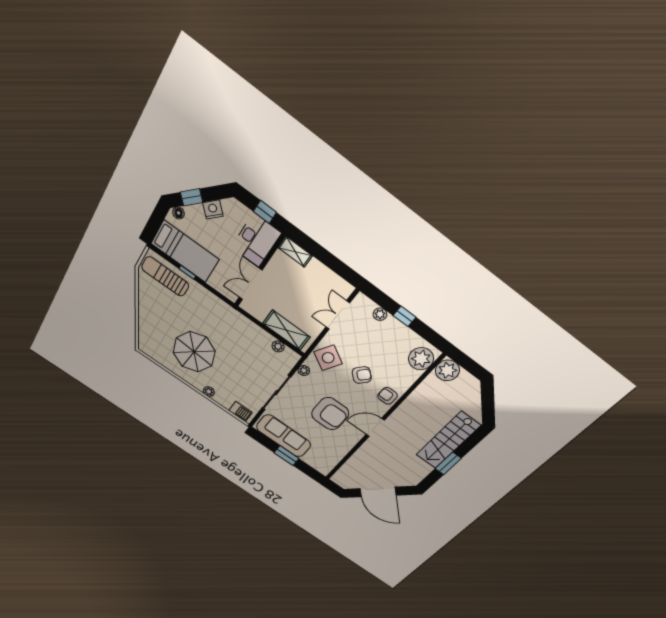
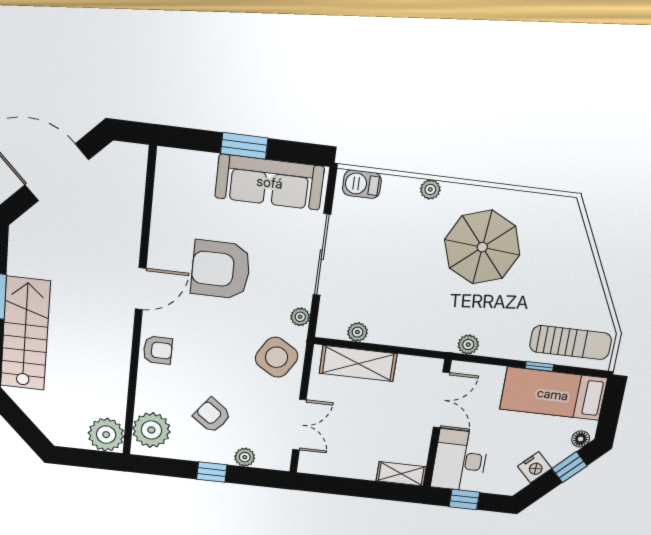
plant: (222, 307) -> (468, 345), added
armchair: (362, 375) -> (212, 415), moved, turned 85

